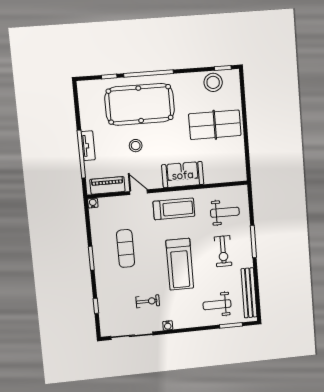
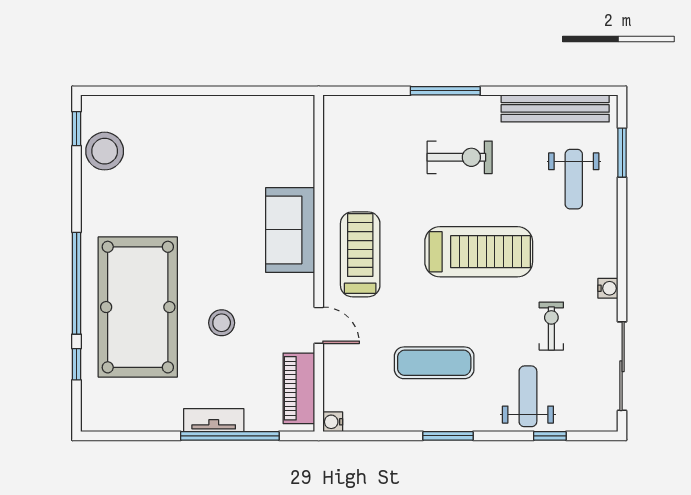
table tennis table: (215, 125) -> (192, 154), removed
door: (139, 192) -> (319, 325), swing flipped
weight bench: (225, 212) -> (528, 396), moved

